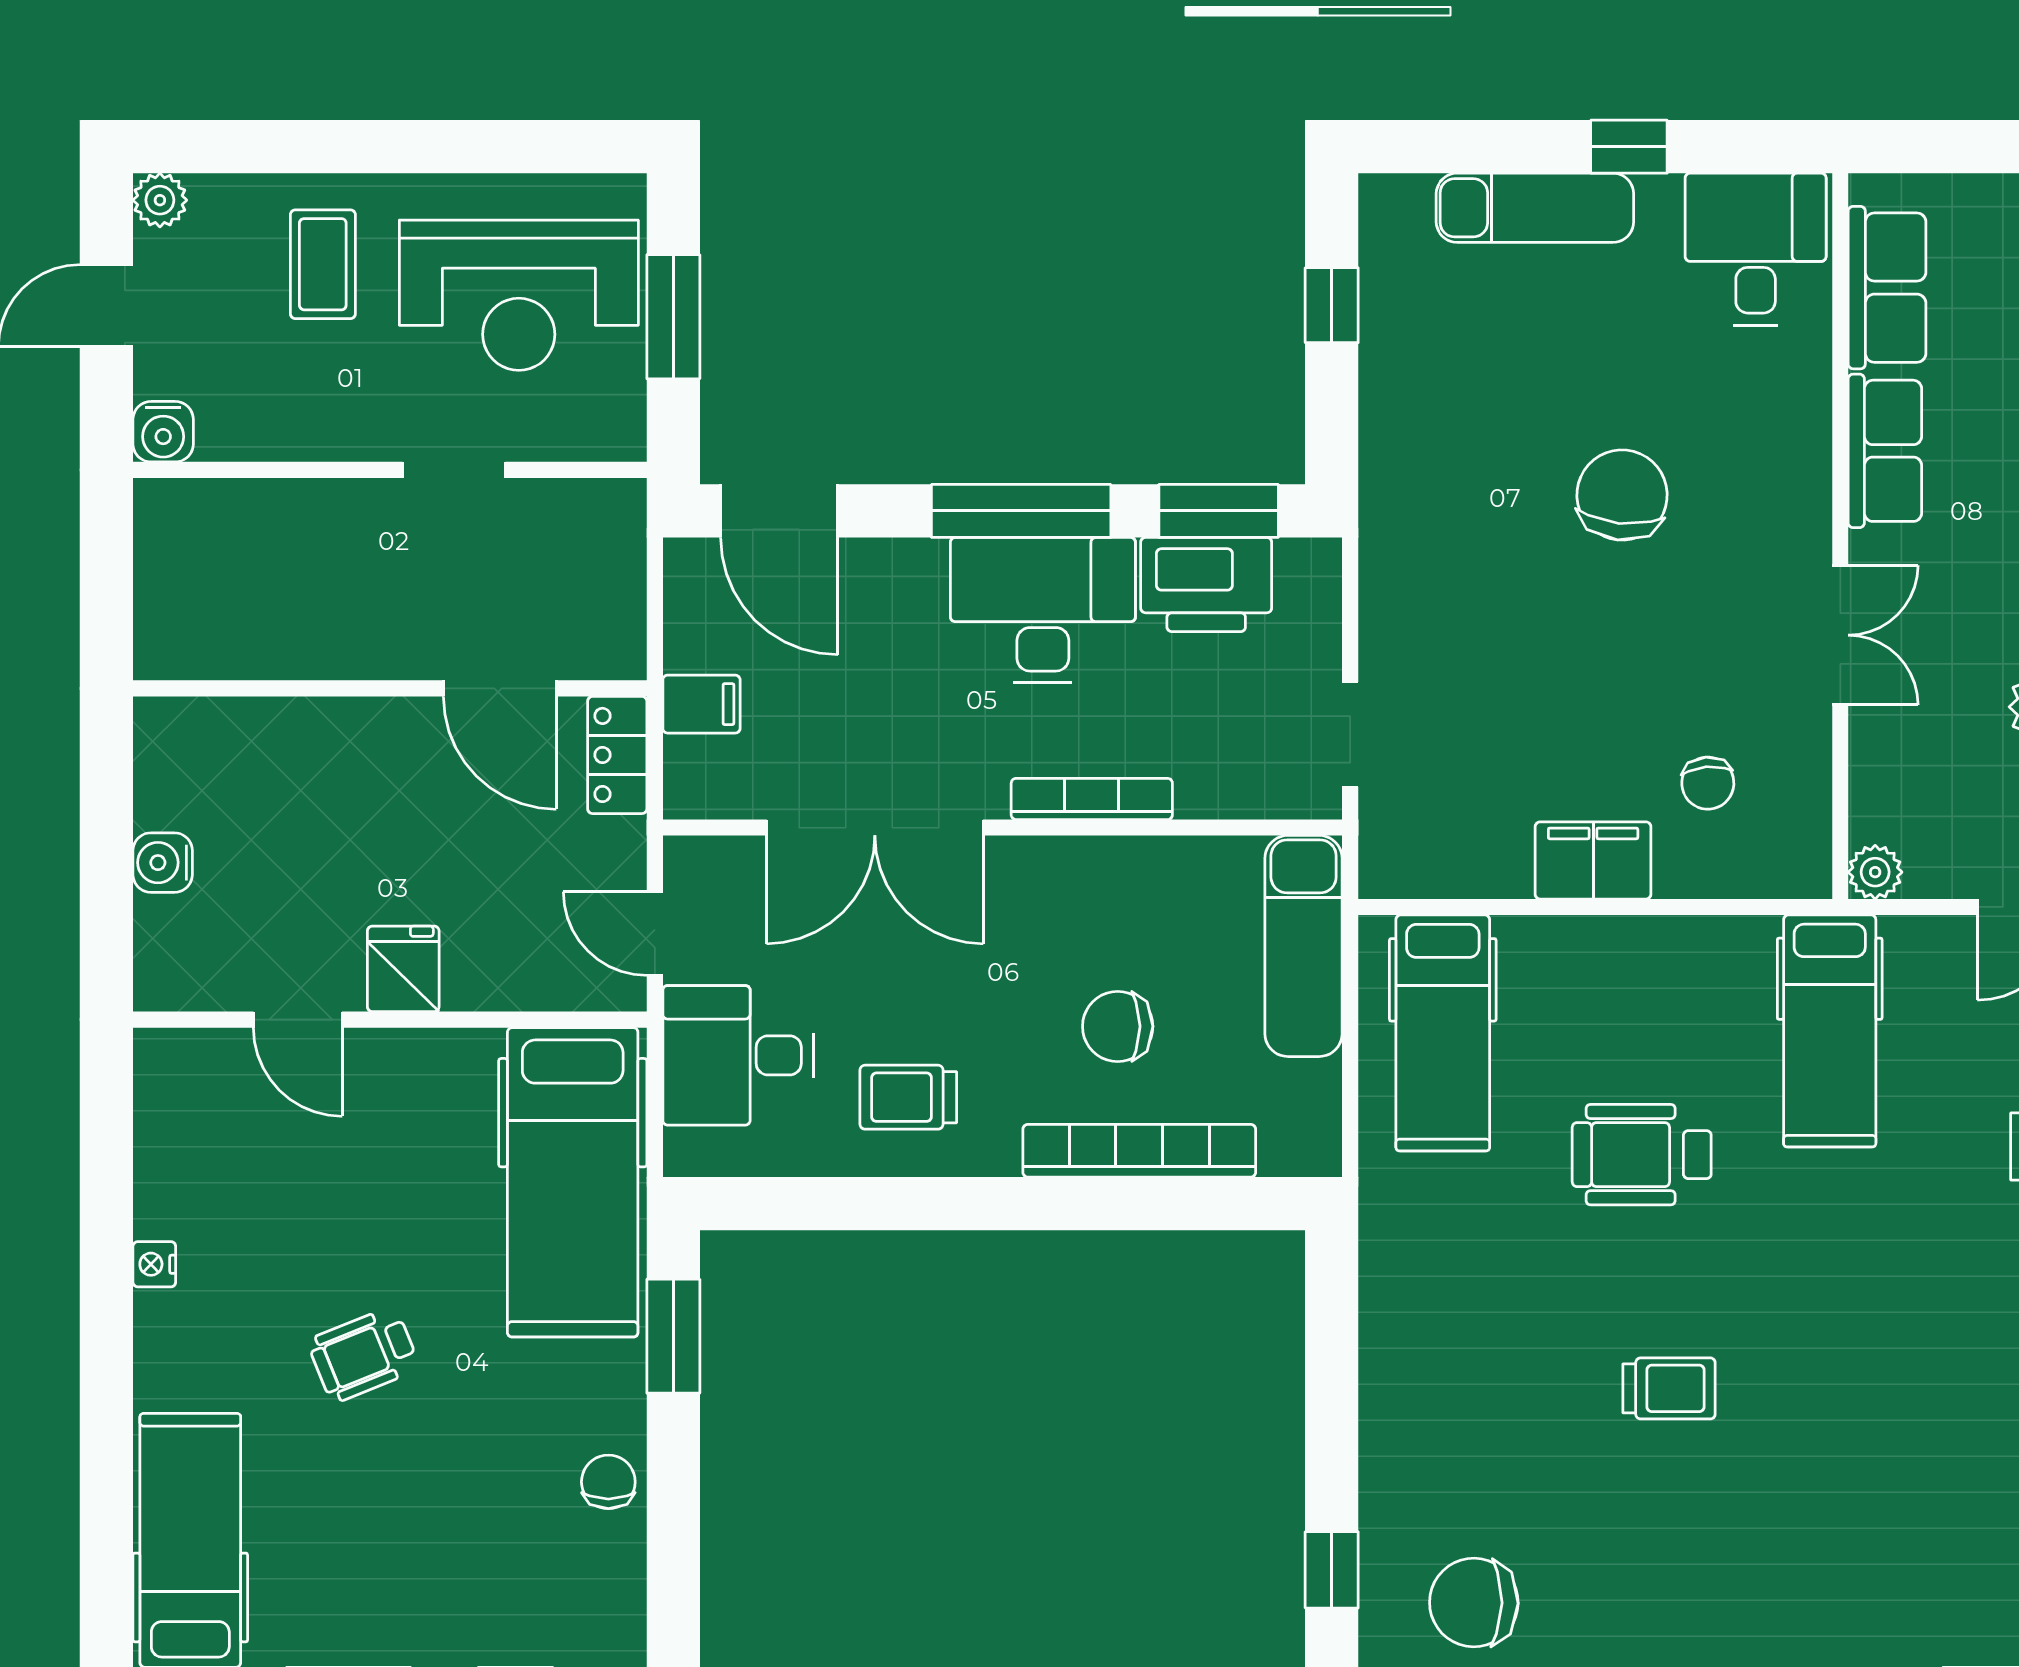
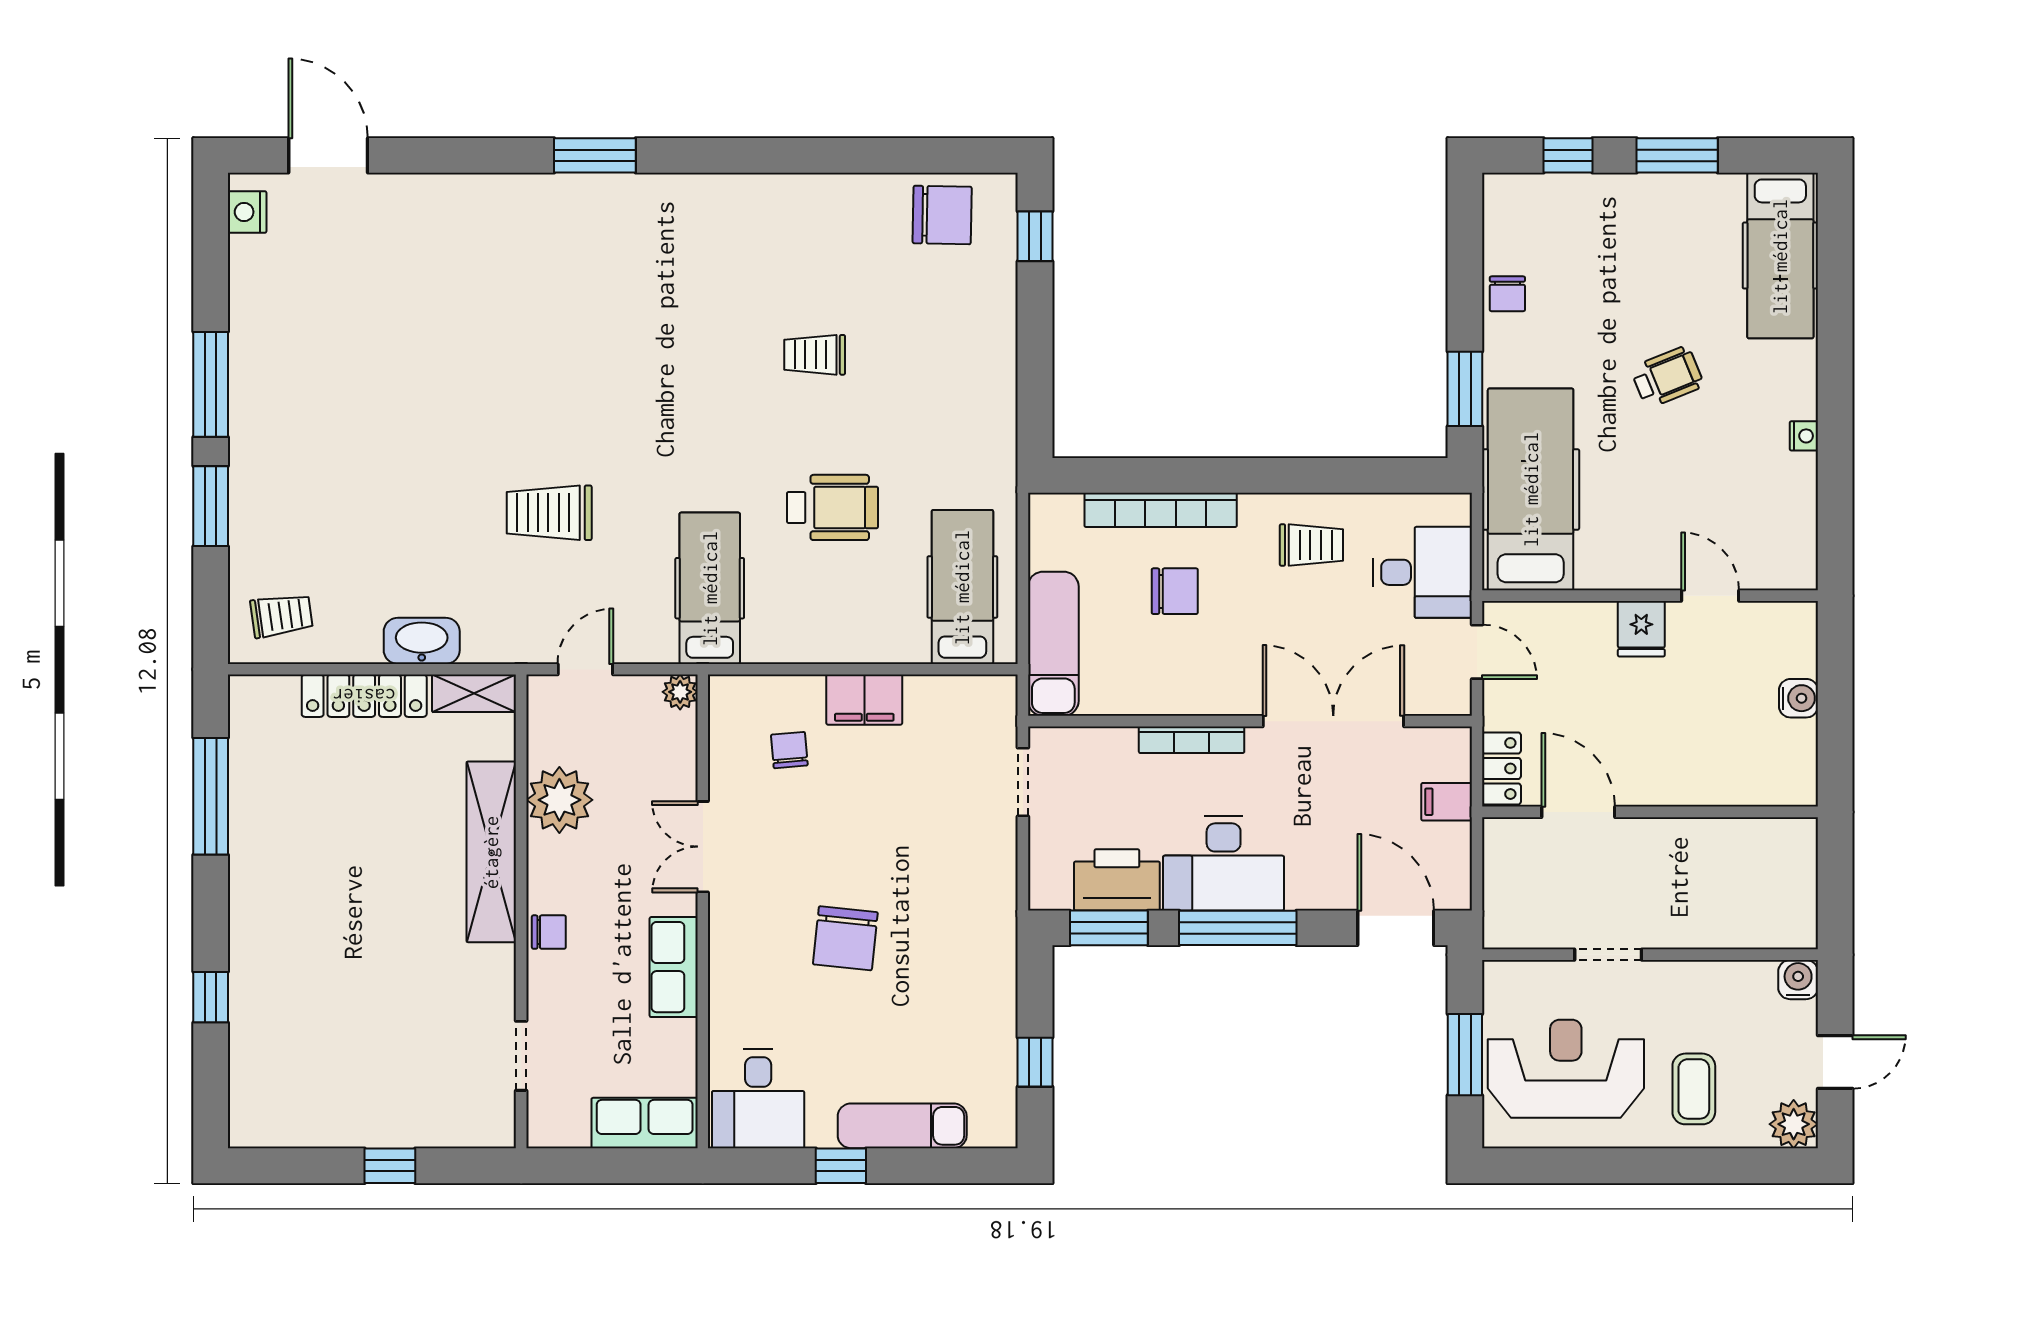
plant: (160, 200) -> (1794, 1124), width x1.38, depth x1.38
row of seats: (1887, 288) -> (645, 1123), moved, turned 90

